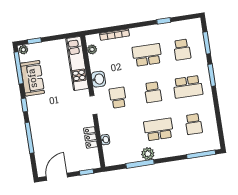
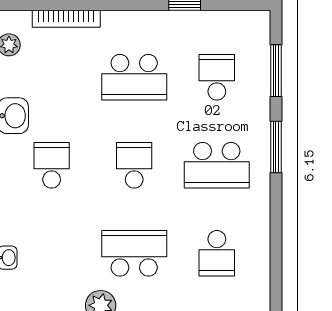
school desk: (182, 50) -> (217, 77), turned 180
school desk: (147, 55) -> (134, 77), turned 180
school desk: (153, 92) -> (134, 165), turned 180

